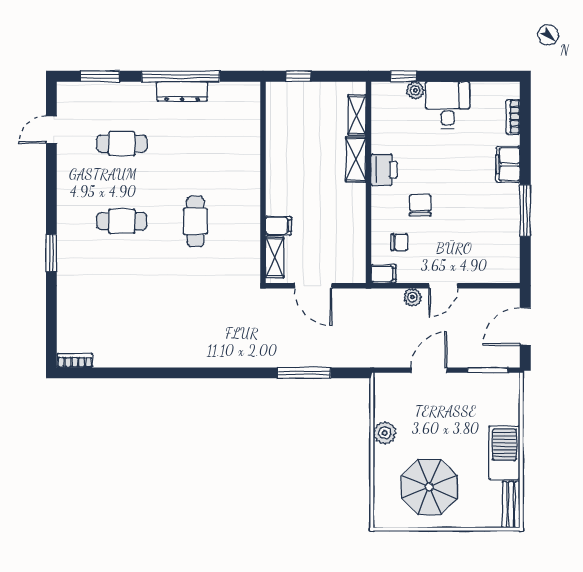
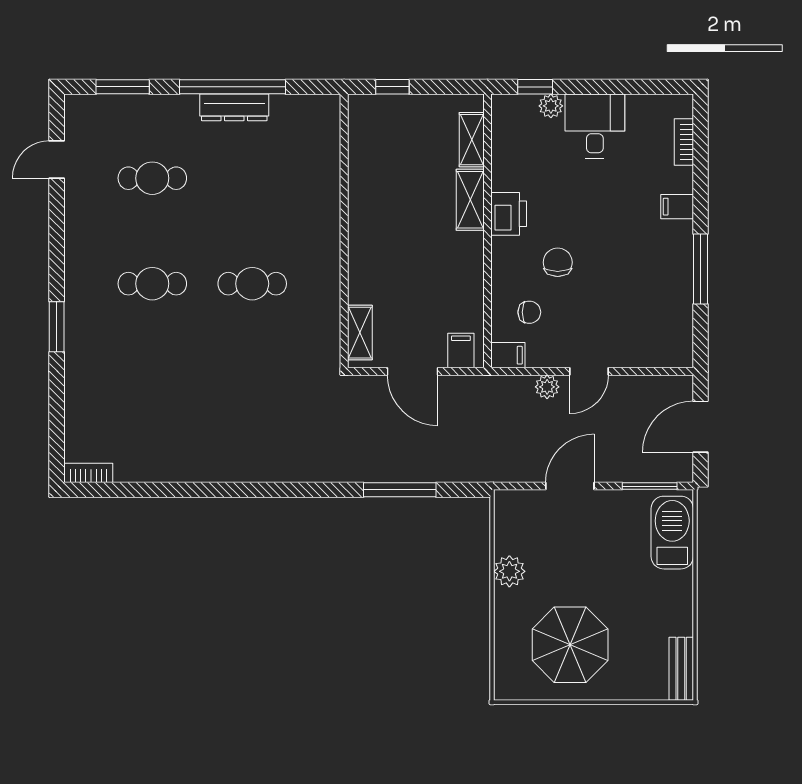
filing cabinet: (508, 164) -> (677, 207), width x0.50
cafe table: (195, 221) -> (252, 284), turned 90
filing cabinet: (278, 226) -> (461, 351), moved, turned -90
barbecue: (504, 453) -> (672, 533), moved

